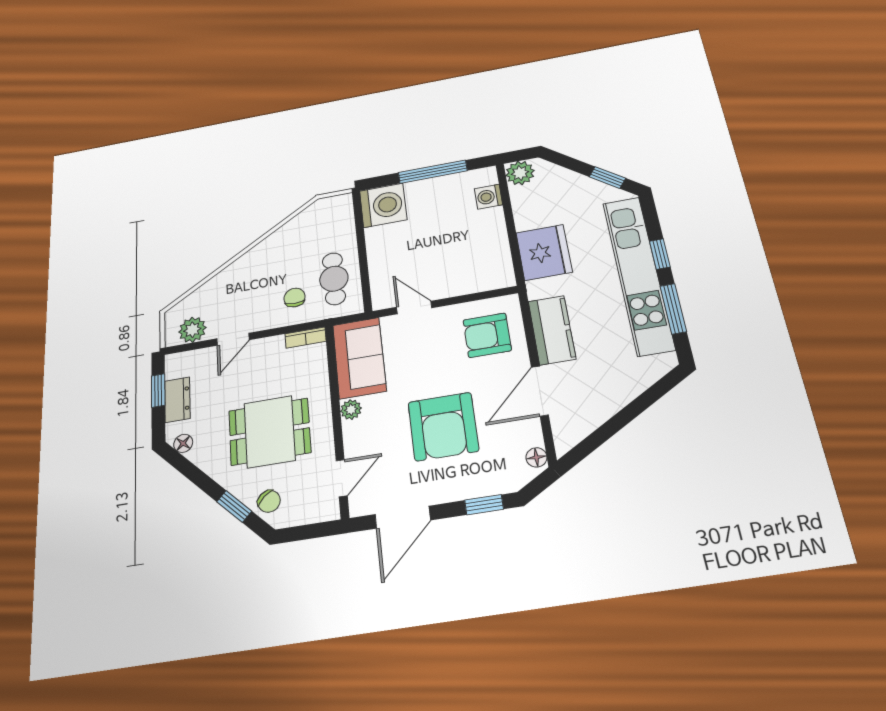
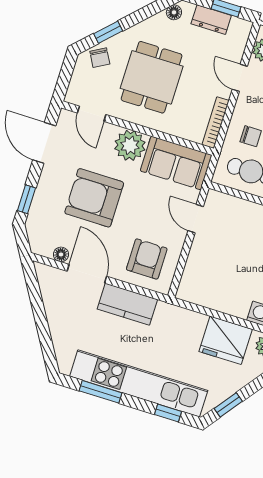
fridge: (544, 252) -> (226, 340), moved
window: (660, 254) -> (168, 413), moved
door: (414, 308) -> (196, 219), swing flipped
bookcase: (306, 338) -> (216, 123), width x1.56
plant: (351, 410) -> (130, 145), width x1.87, depth x1.87
floor lamp: (536, 457) -> (61, 254), moved
chair: (269, 501) -> (100, 58), turned -77

